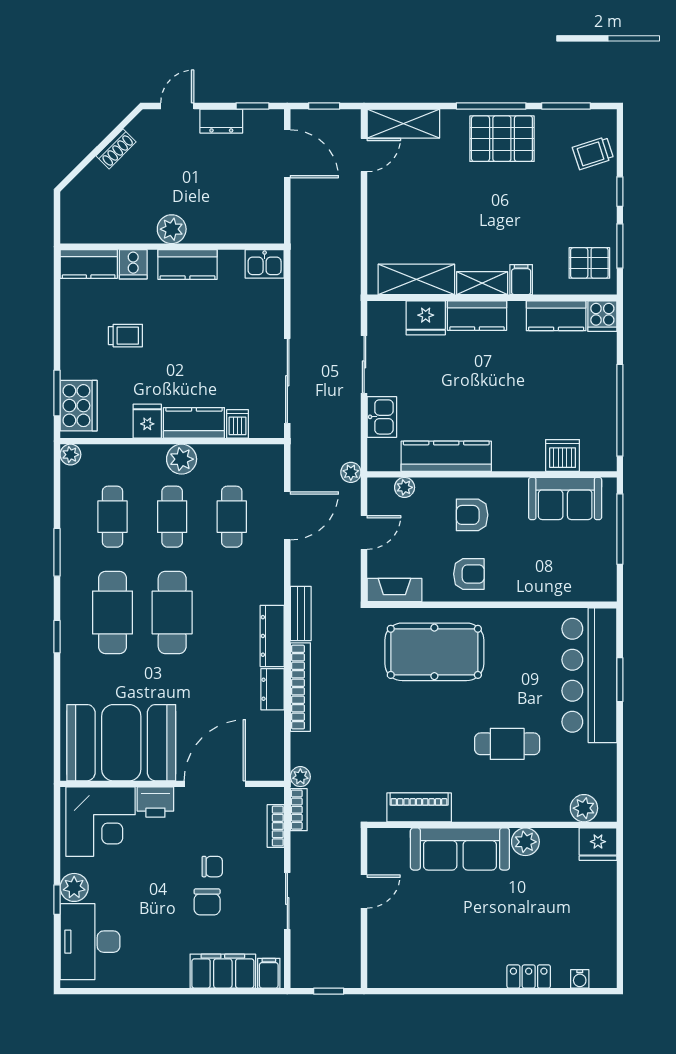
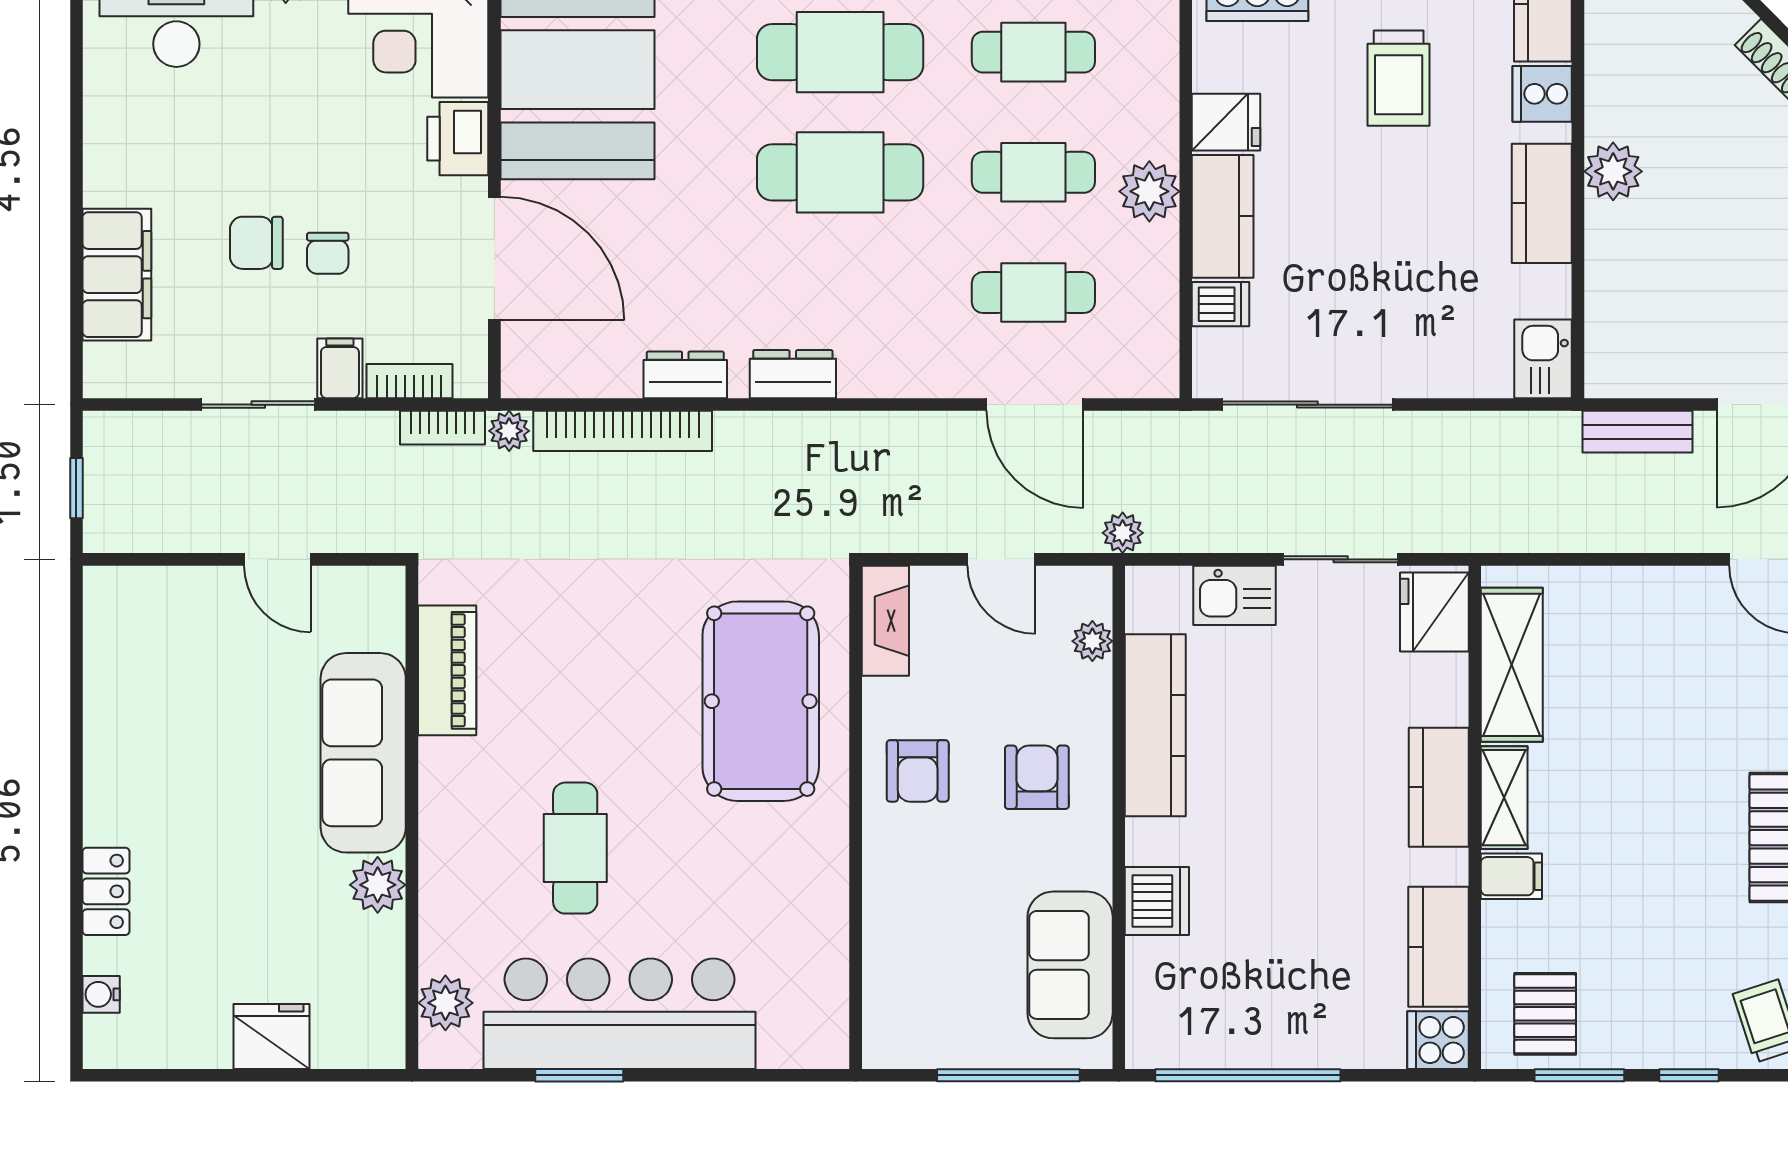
fridge: (426, 318) -> (1434, 612), moved
trolley: (125, 336) -> (1399, 78), width x1.36, depth x1.39
dishwasher: (563, 455) -> (1157, 901), moved
bench: (301, 614) -> (1638, 432), moved
dresser: (272, 636) -> (793, 374), width x0.70
bar counter: (589, 675) -> (619, 1014), moved
window: (620, 680) -> (579, 1075), moved
bookcase: (300, 687) -> (623, 431), moved
fridge: (598, 844) -> (271, 1036), moved, turned 90
filing cabinet: (269, 973) -> (340, 368), moved, turned -90

